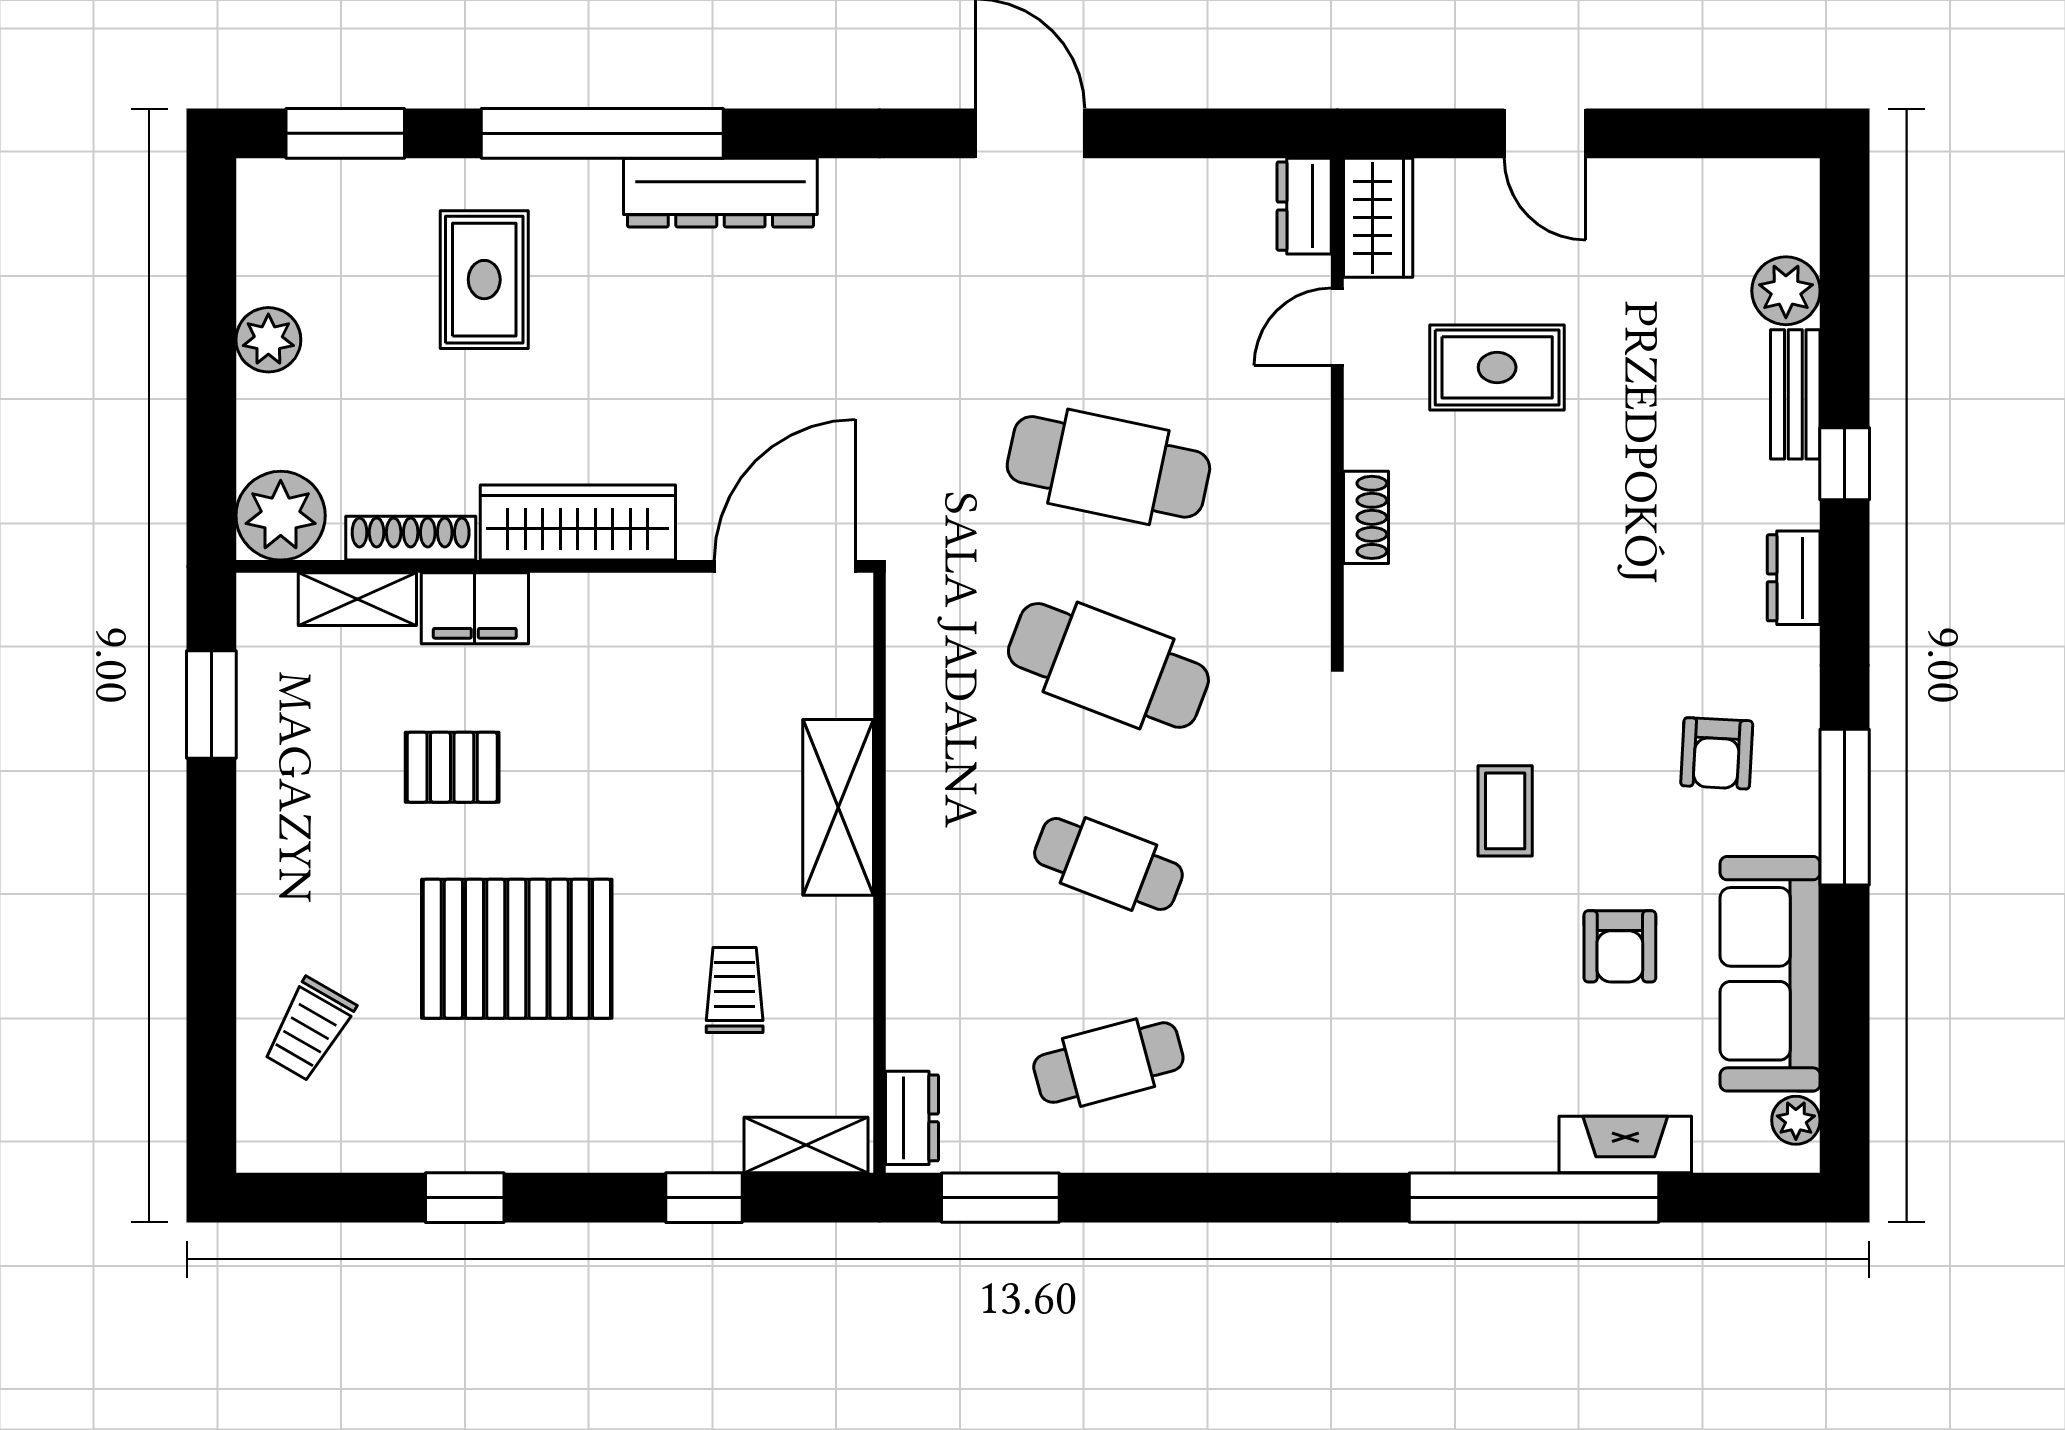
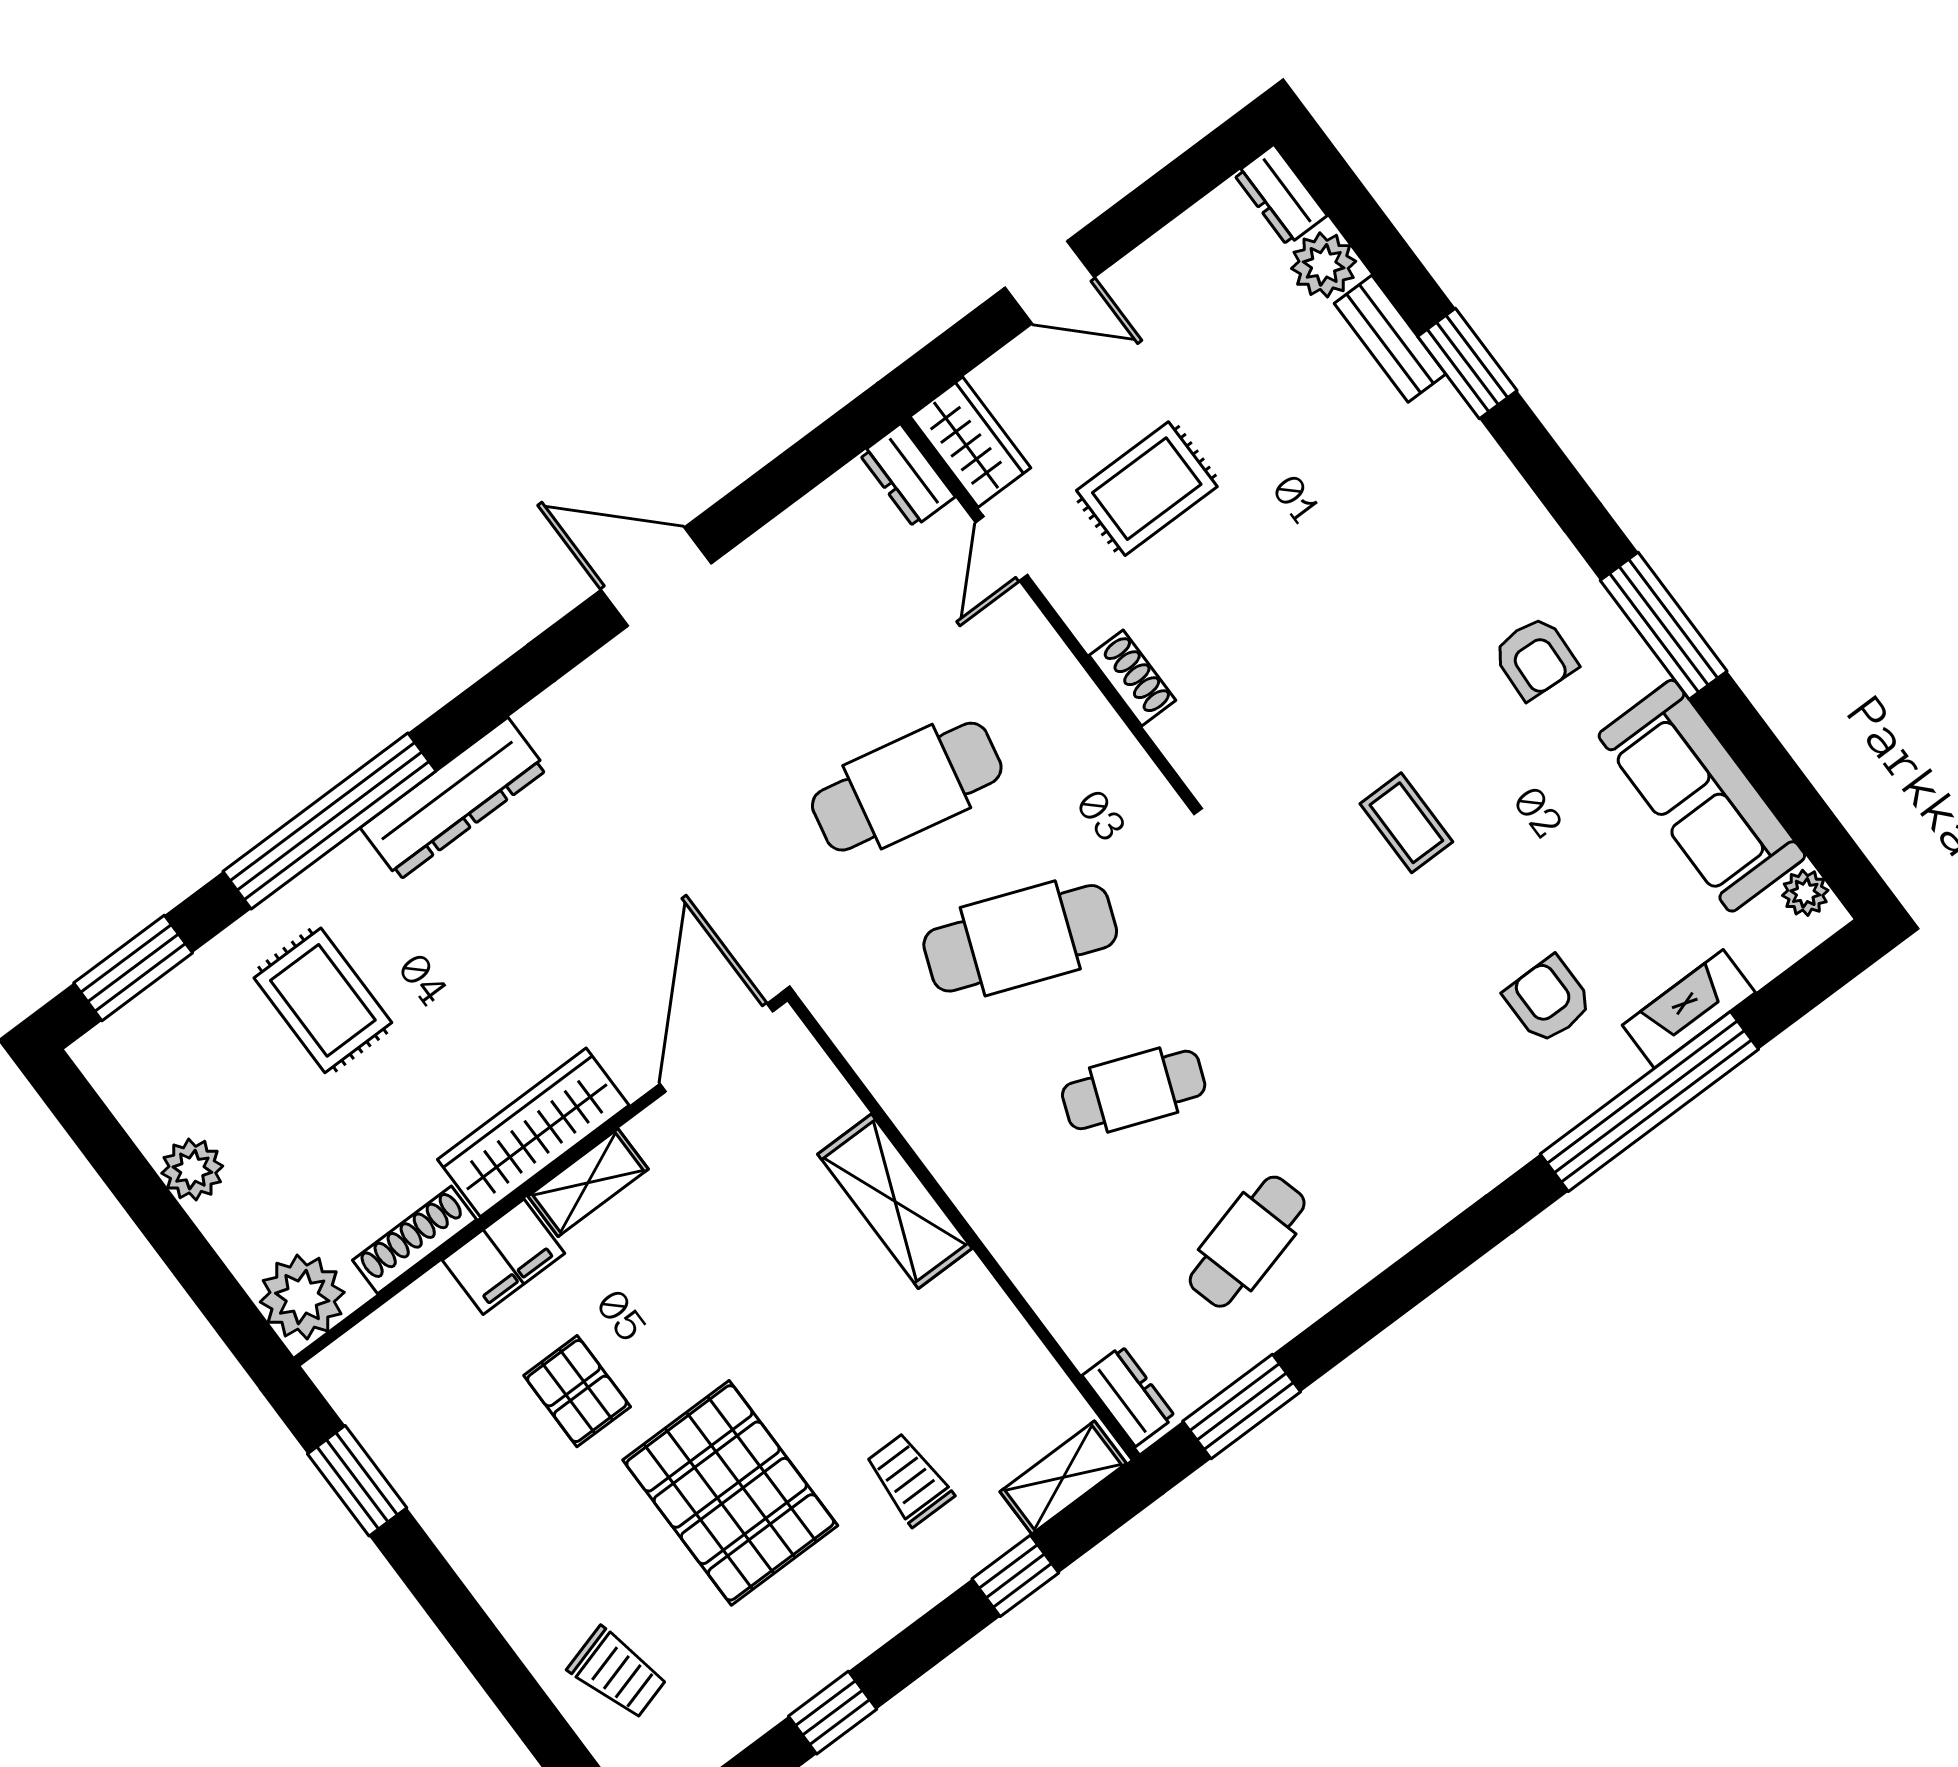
window: (1845, 464) -> (1467, 363), width x1.50
dresser: (1794, 578) -> (1280, 195), moved
shelving: (357, 599) -> (588, 1183), moved
pallet: (452, 767) -> (577, 1391), turned 90
armchair: (1620, 946) -> (1548, 1000), moved, turned 180
pallet: (517, 949) -> (730, 1493), turned 90
trolley: (735, 990) -> (909, 1479), moved
trolley: (309, 1029) -> (618, 1673), turned -46

